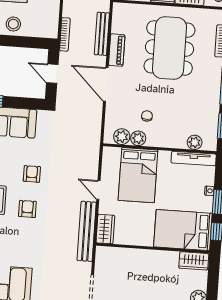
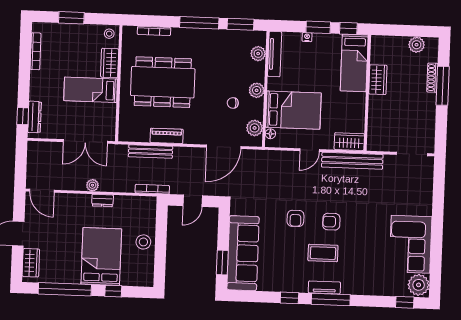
door: (106, 84) -> (224, 147), moved
plant: (138, 138) -> (257, 90), moved
floor lamp: (116, 152) -> (270, 134), added
armchair: (32, 174) -> (295, 218), turned -90
bed: (183, 230) -> (354, 63), width x0.67
wardrobe: (194, 261) -> (378, 80), moved

